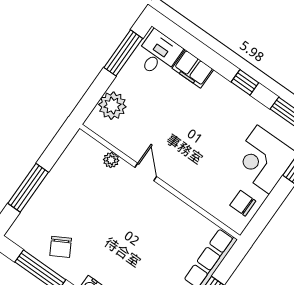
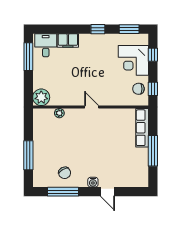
plant: (112, 106) -> (41, 97), moved
door: (146, 172) -> (92, 107), moved
window: (262, 217) -> (153, 89), added

